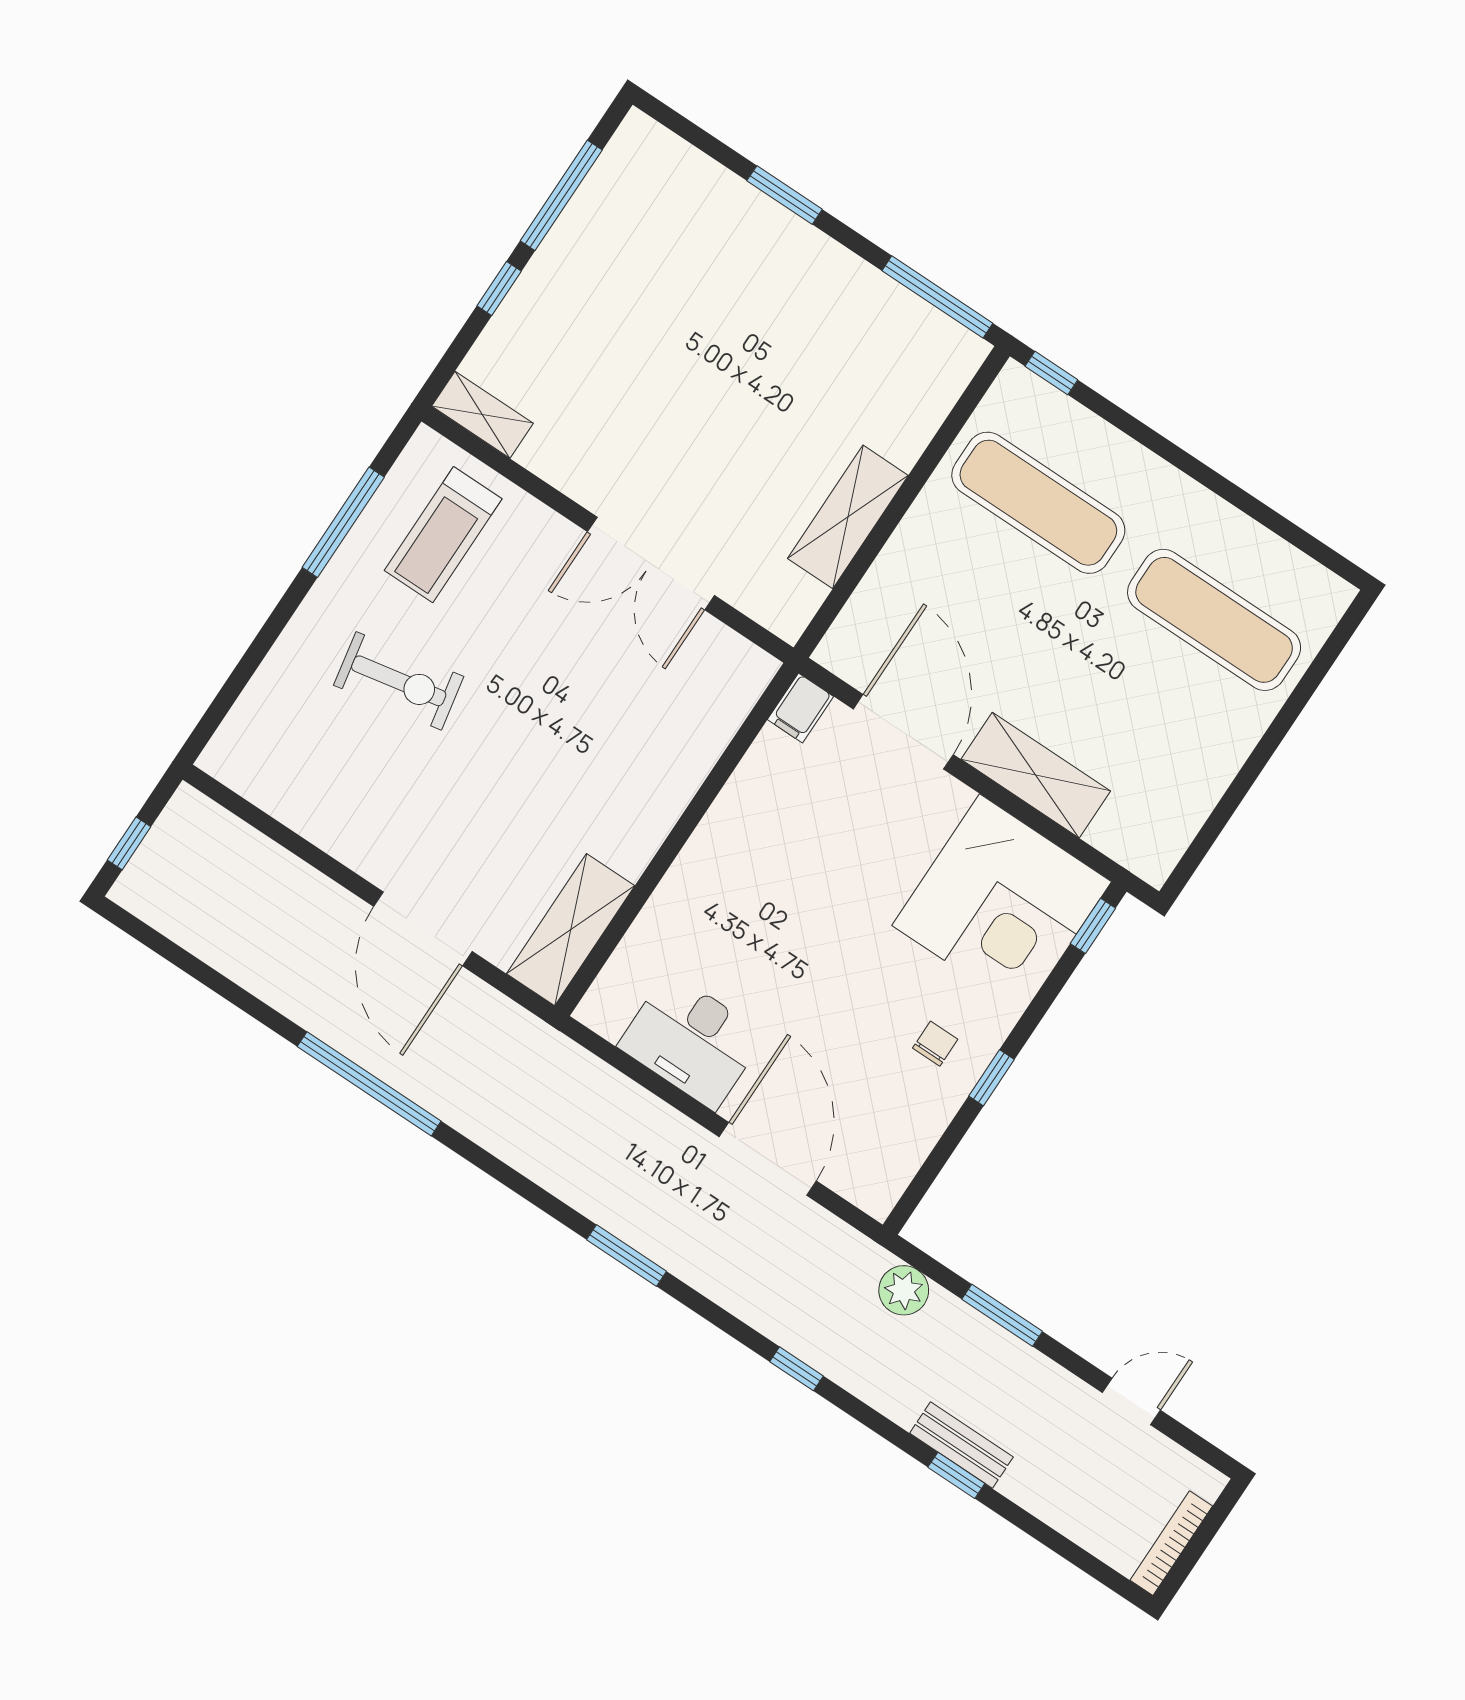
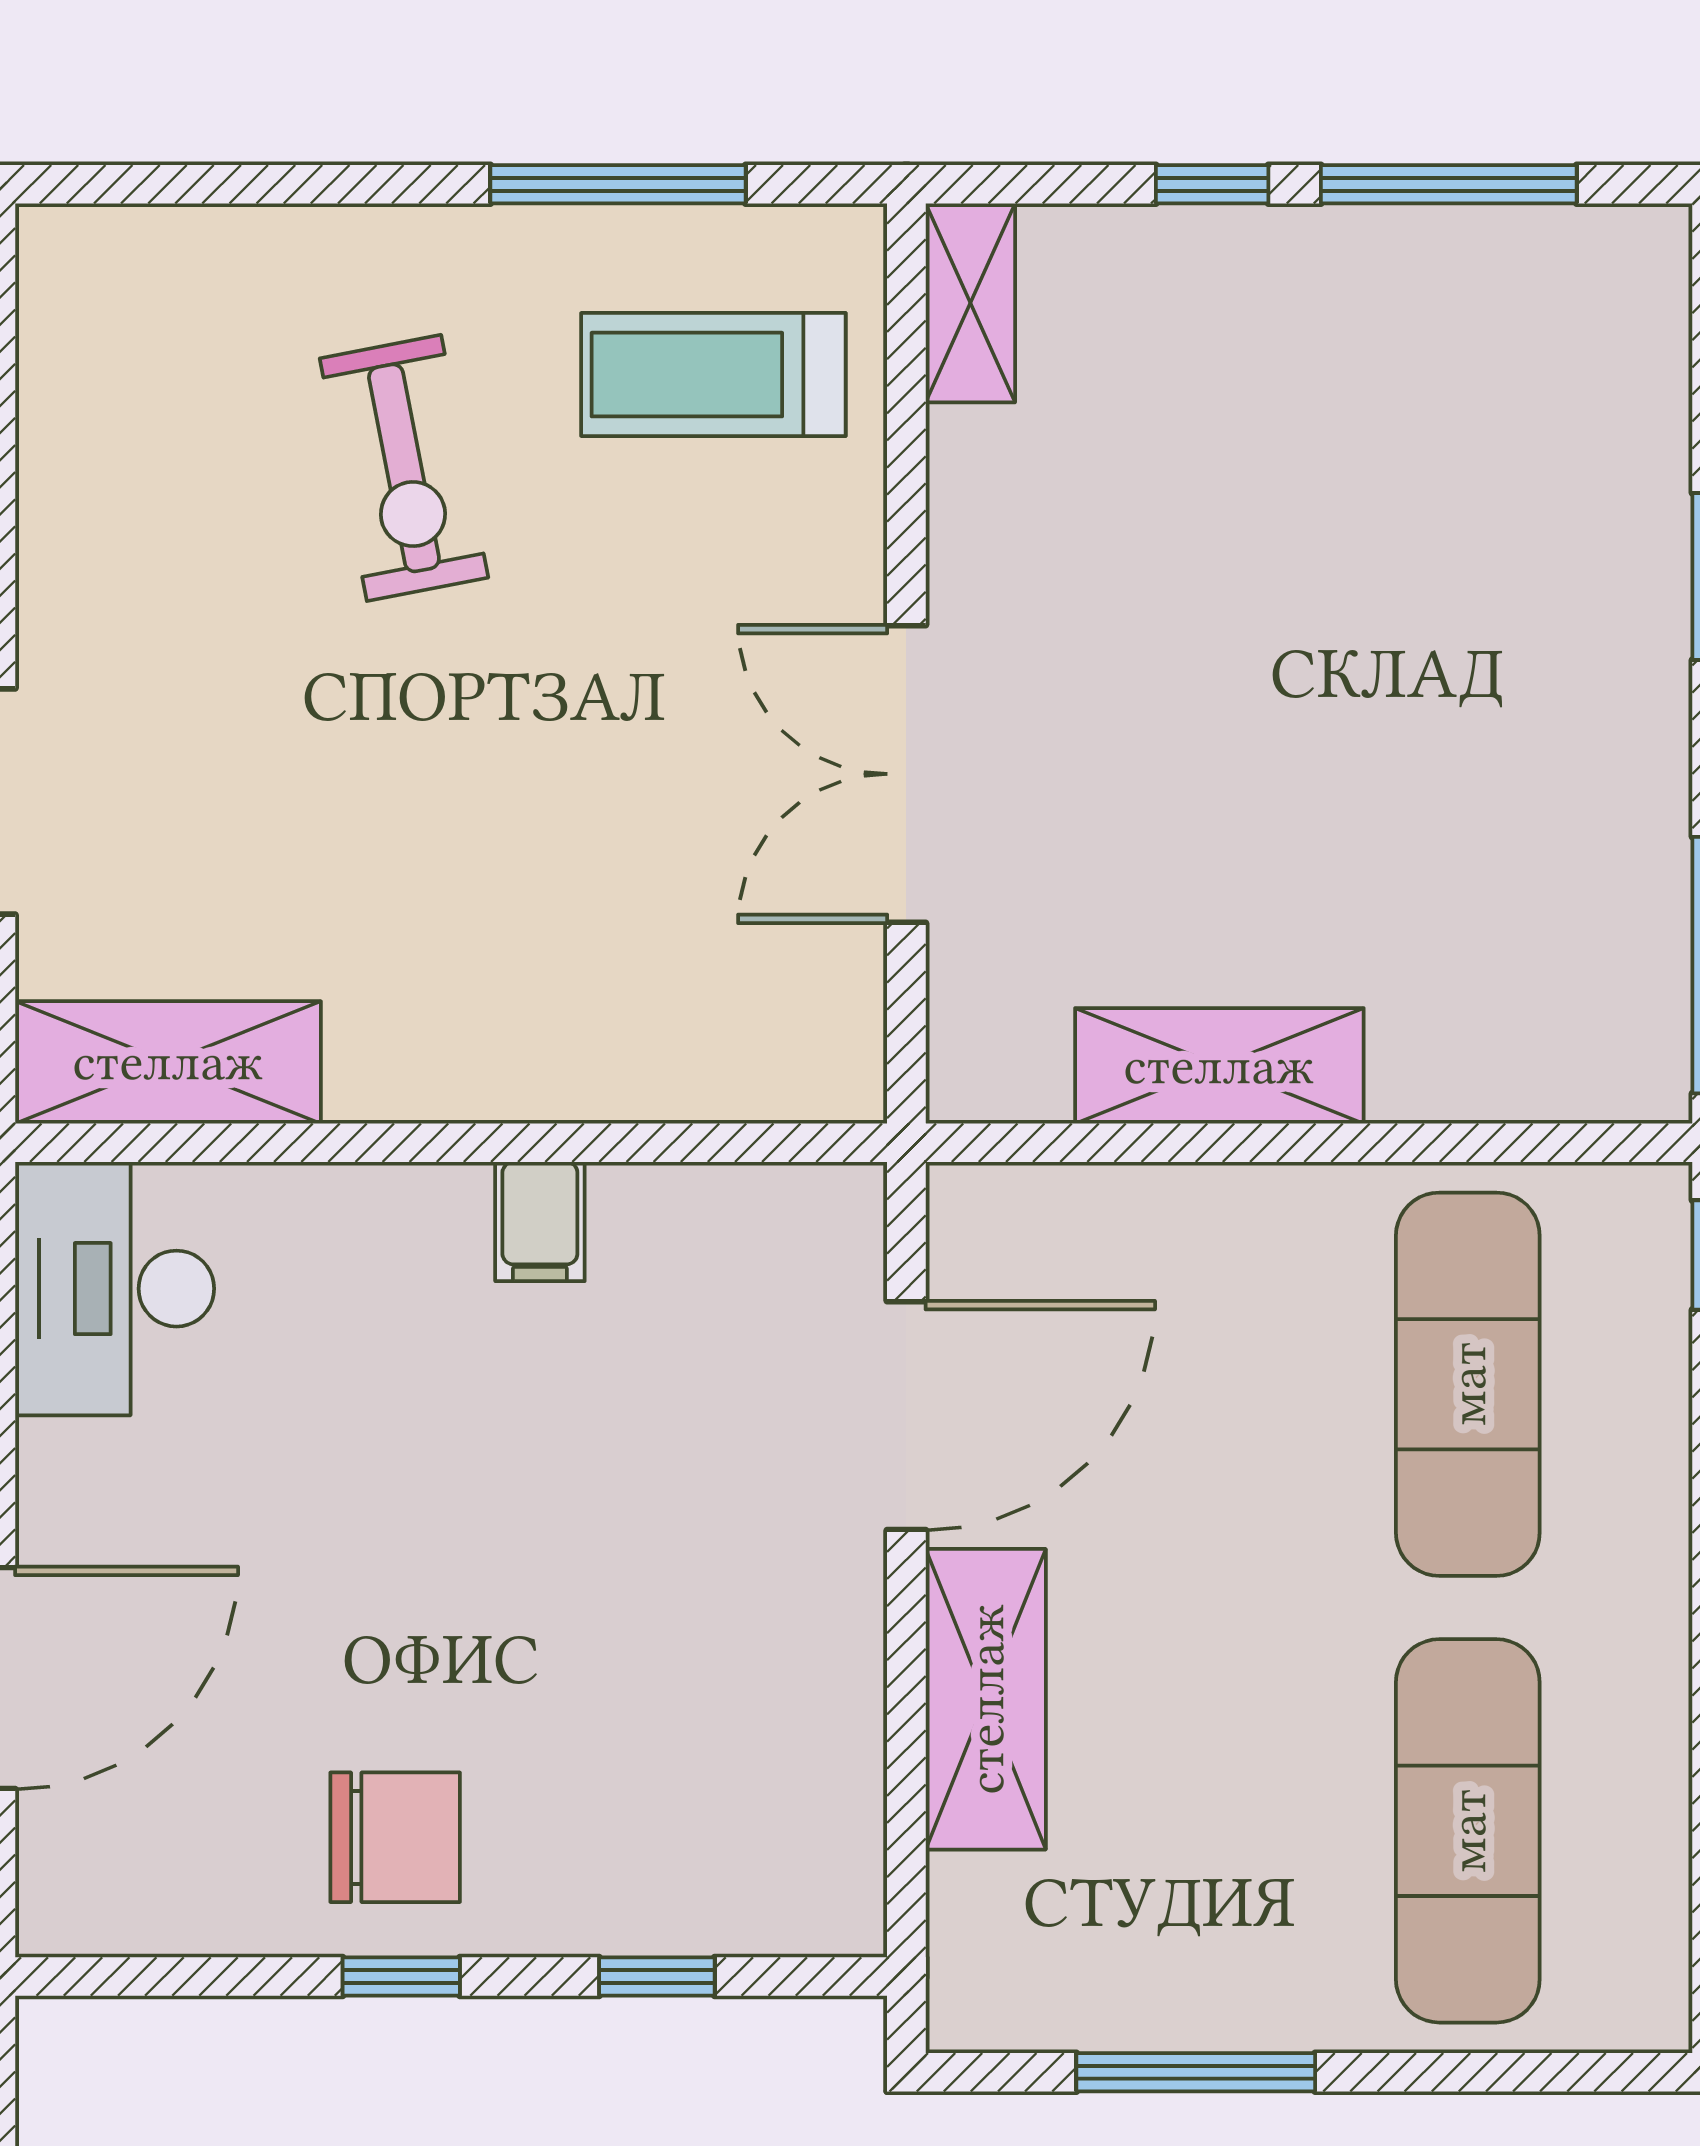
filing cabinet: (800, 708) -> (540, 1222), moved, turned -90
window: (1238, 790) -> (1196, 2072), added
corner desk: (1002, 904) -> (720, 1790), removed
window: (1093, 926) -> (657, 1976), moved
desk: (691, 1041) -> (115, 1289), moved
chair: (935, 1044) -> (395, 1837), width x1.87, depth x1.87

